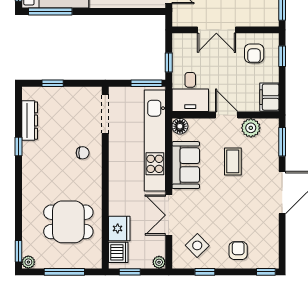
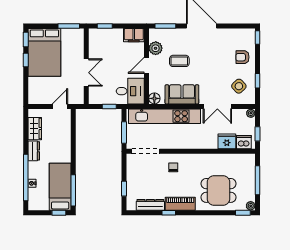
armchair: (254, 53) -> (103, 46), removed
window: (146, 83) -> (124, 132), moved
piano: (31, 163) -> (180, 204), added
dining table: (68, 222) -> (219, 190), moved, turned 90

